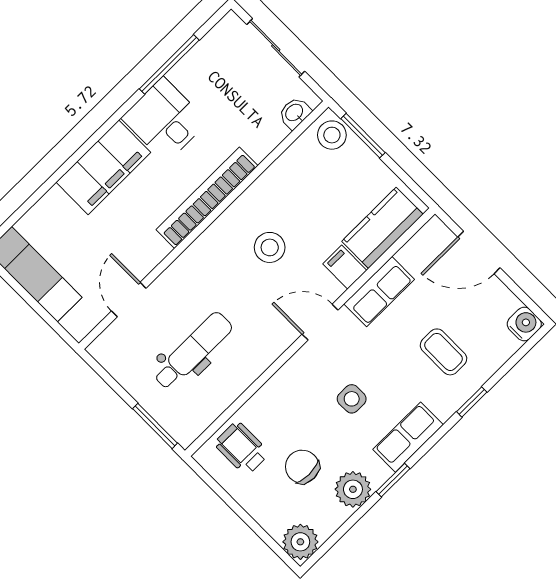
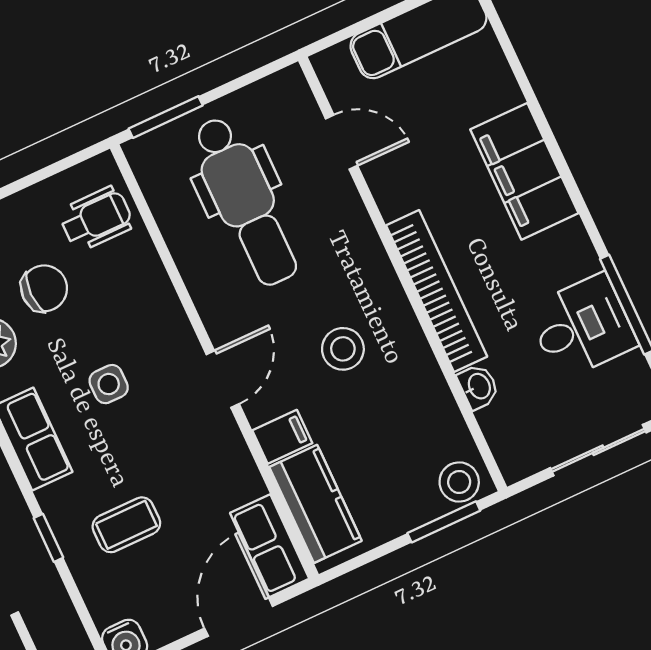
washbasin: (295, 113) -> (478, 387), moved
desk: (165, 120) -> (582, 327), moved
row of seats: (379, 292) -> (270, 546), moved
dental chair: (193, 351) -> (245, 201), width x1.36, depth x1.38

